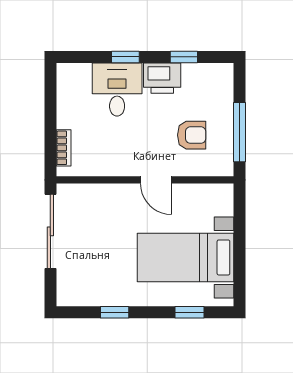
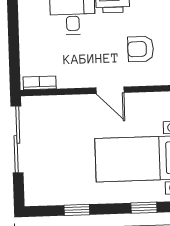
armchair: (192, 135) -> (141, 49), turned 180
bookcase: (64, 148) -> (40, 83), moved, turned -90

